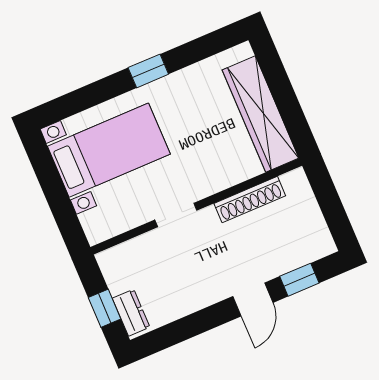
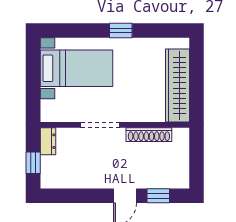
doorway: (176, 215) -> (100, 125), width x1.38
dresser: (131, 313) -> (48, 141), moved

